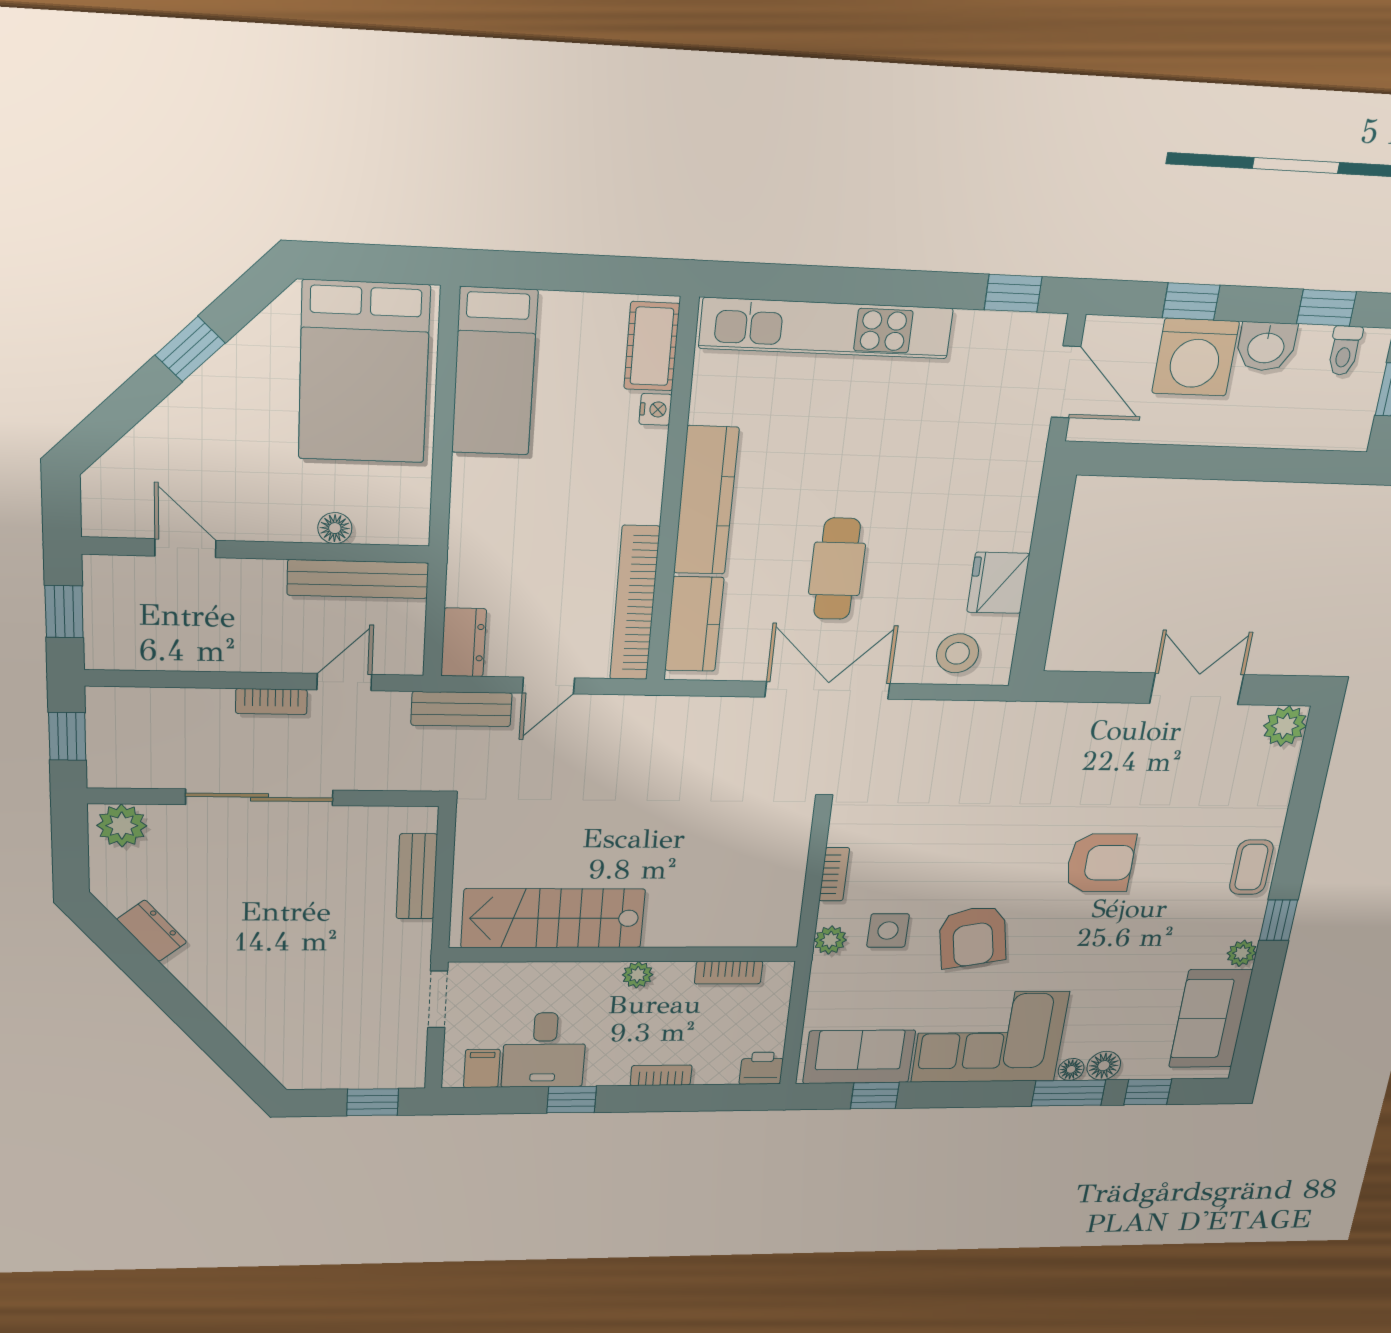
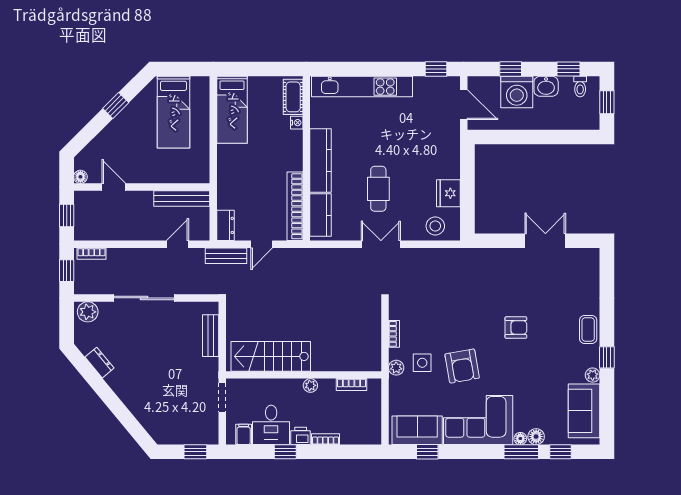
bed: (364, 373) -> (173, 112), width x0.67
floor lamp: (335, 528) -> (80, 177), moved
double door: (828, 690) -> (381, 244), width x0.73
bookcase: (271, 702) -> (91, 254), moved
plant: (1285, 726) -> (590, 258), removed
armchair: (1100, 863) -> (516, 328), width x0.72, depth x0.72
printer: (762, 1068) -> (301, 436), moved

